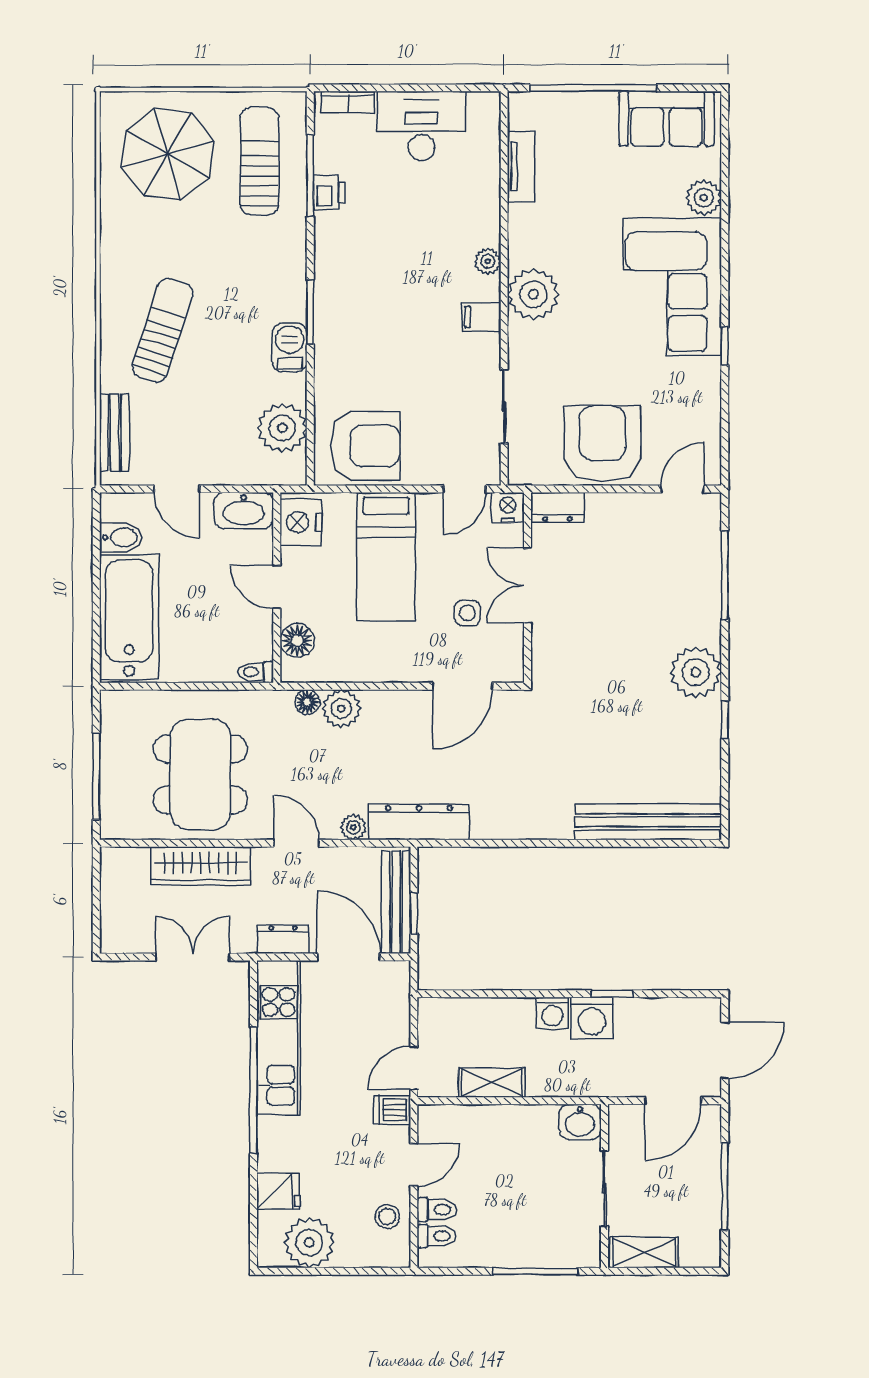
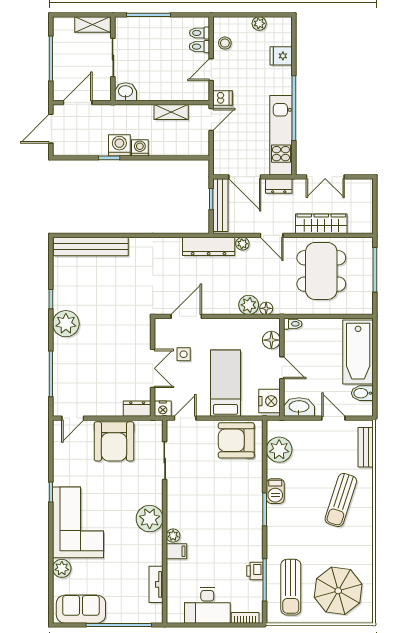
filing cabinet: (481, 317) -> (176, 551), moved
plant: (309, 1243) -> (259, 23), width x0.53, depth x0.53

